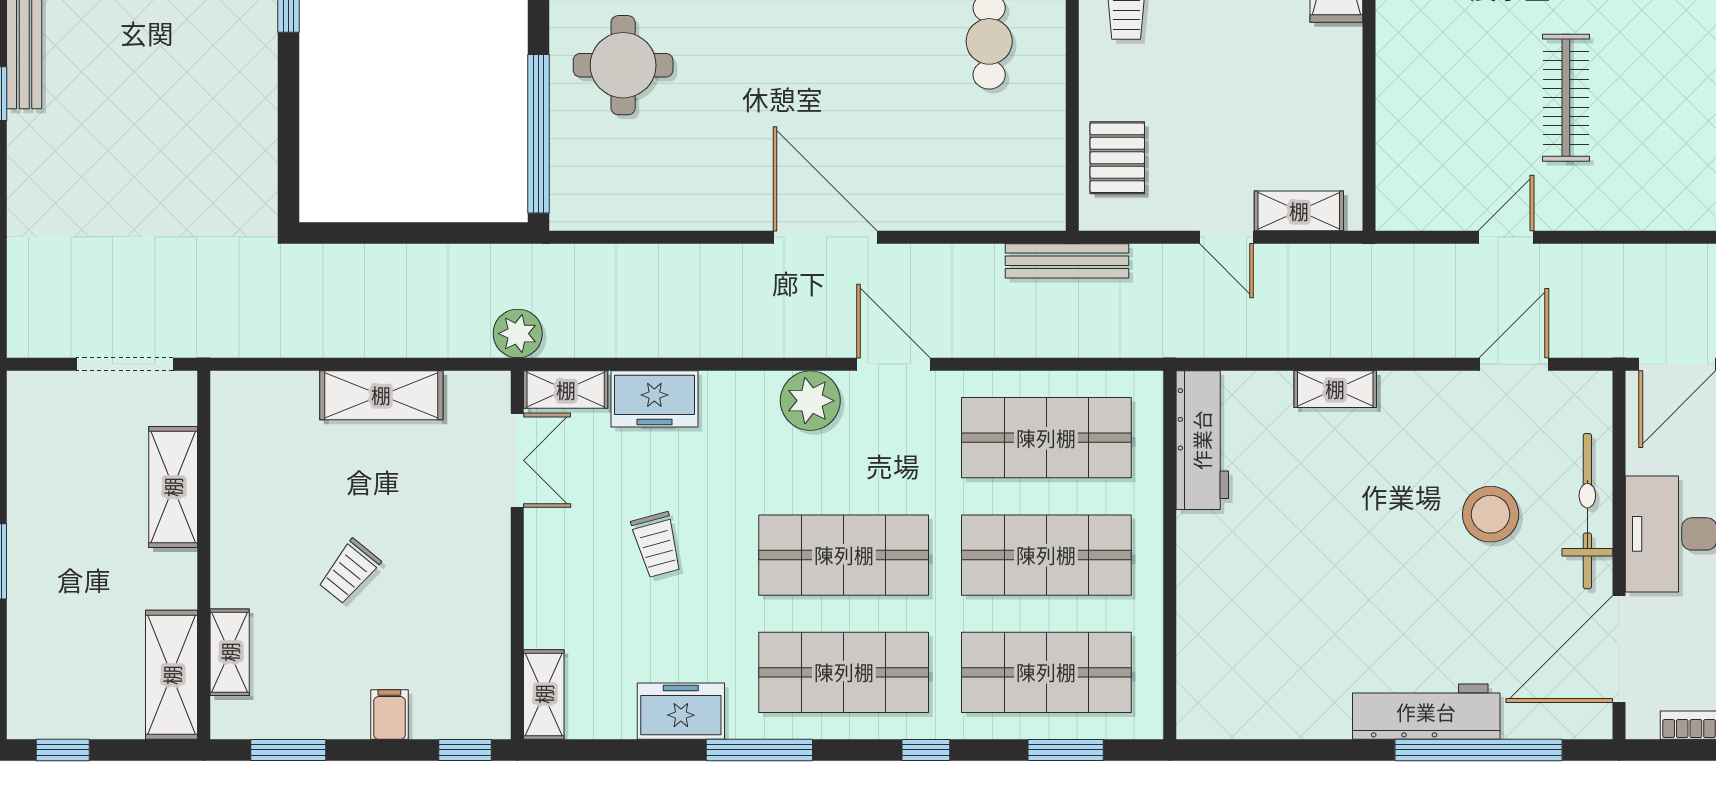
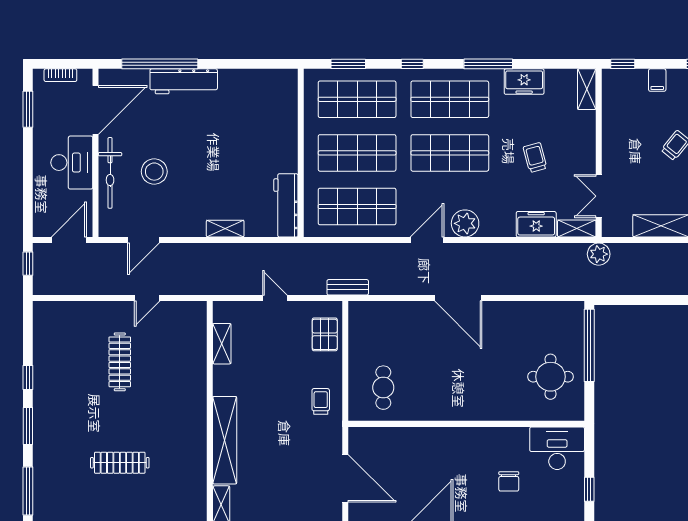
shelving: (1299, 211) -> (222, 344), moved, turned 90
bench: (1067, 261) -> (348, 287), width x0.73
door: (893, 364) -> (427, 240), swing flipped

